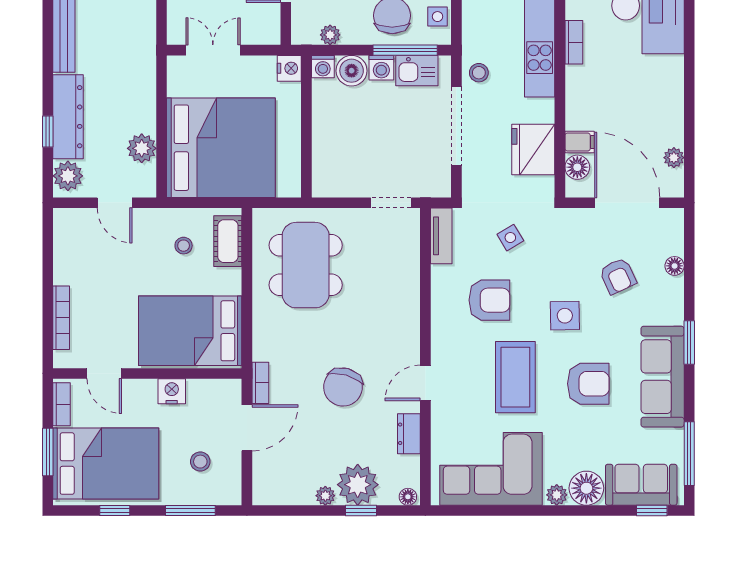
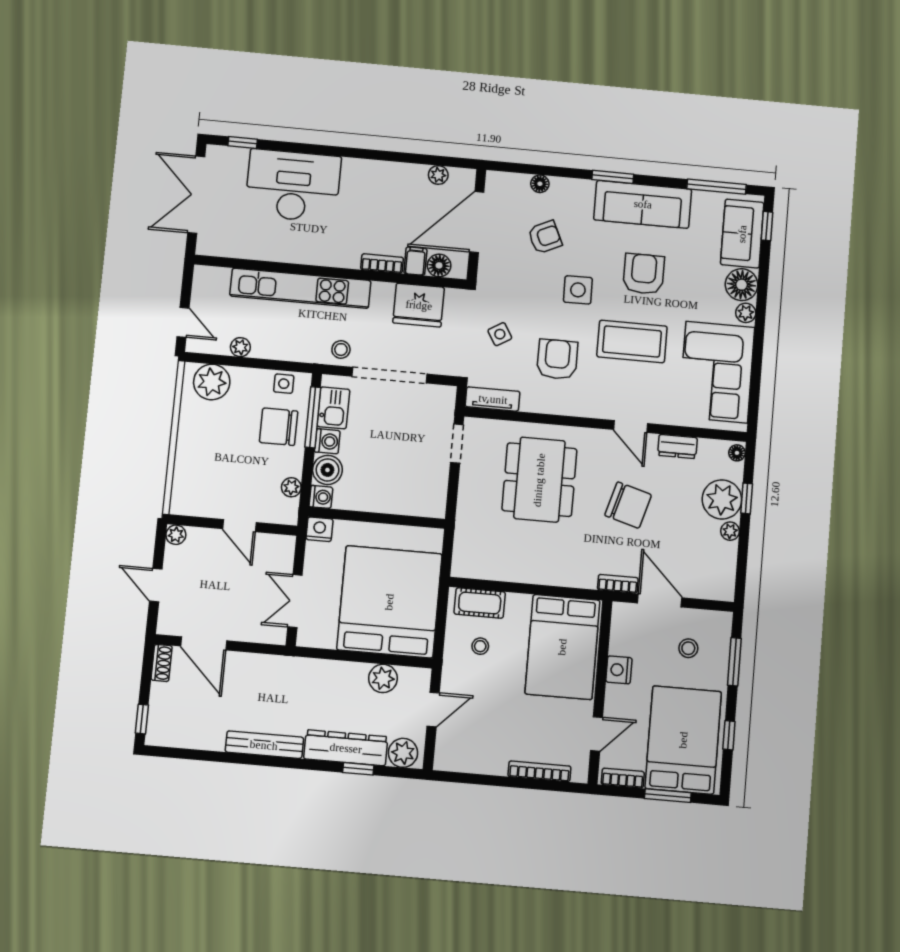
bookcase: (574, 42) -> (382, 264), moved
dining table: (306, 265) -> (539, 480), moved, turned 90

